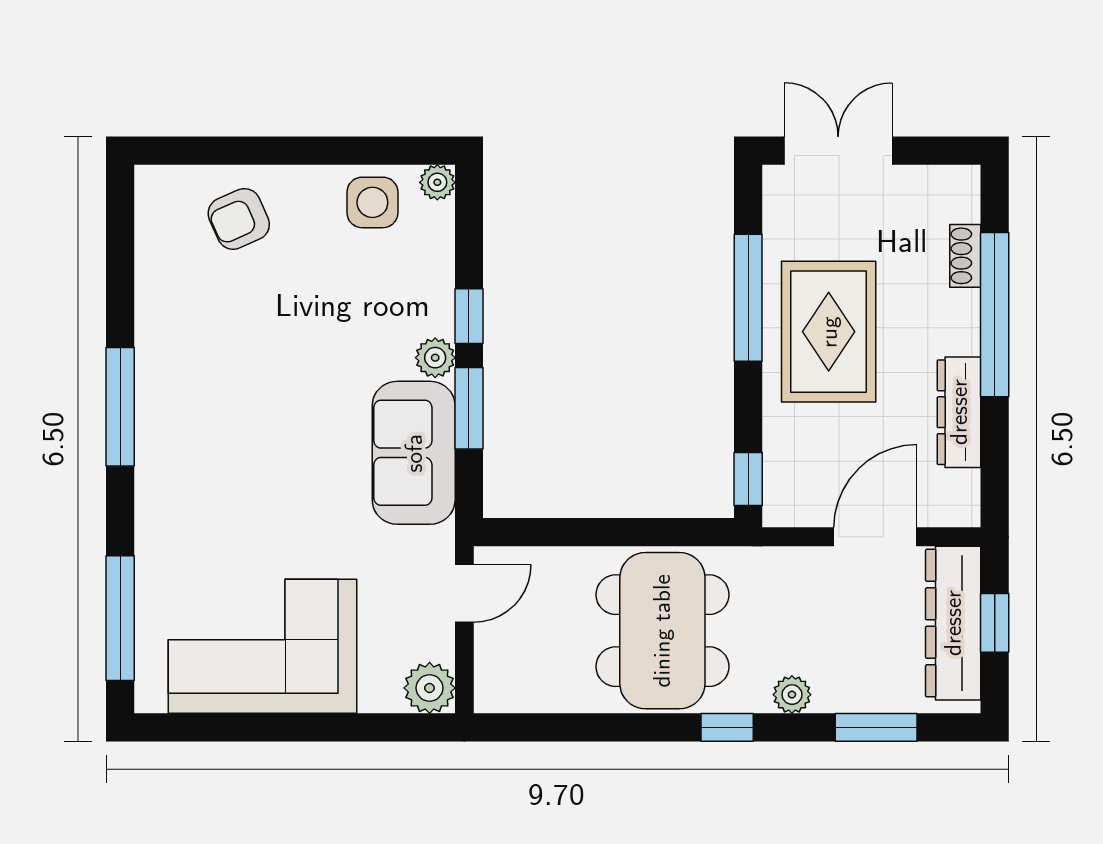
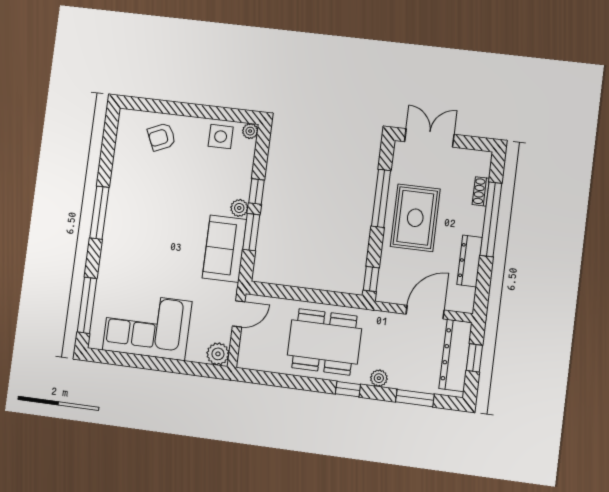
dining table: (662, 631) -> (324, 342), turned 90

